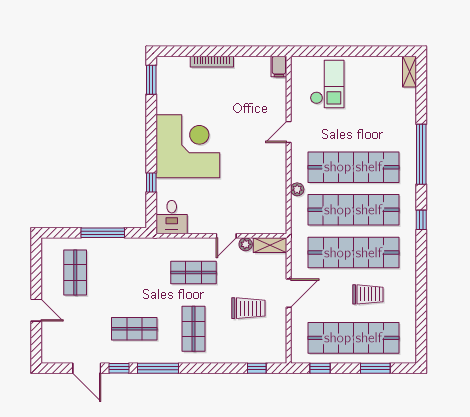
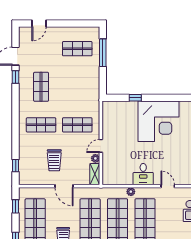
desk: (172, 217) -> (143, 174), moved, turned -90
window: (103, 233) -> (103, 53), moved
door: (226, 236) -> (101, 146), hinge flipped
shop shelf: (193, 272) -> (77, 125), turned 90
door: (36, 310) -> (39, 24), moved
window: (158, 368) -> (16, 102), removed

